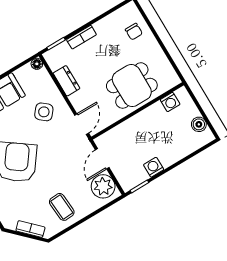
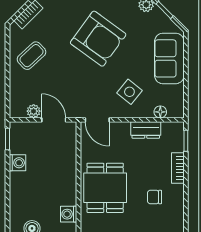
chair: (134, 32) -> (155, 197), moved
floor lamp: (37, 64) -> (160, 112), moved
plant: (103, 186) -> (34, 111), width x0.53, depth x0.53
coffee table: (62, 207) -> (31, 56), turned -39

